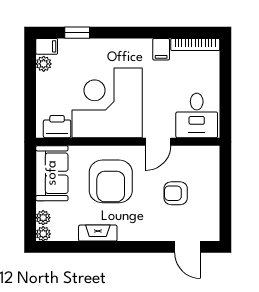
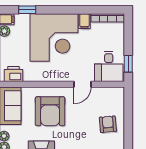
corner desk: (107, 103) -> (54, 38), moved, turned 180
window: (225, 112) -> (128, 64), added
armchair: (176, 193) -> (108, 124), moved, turned 85

